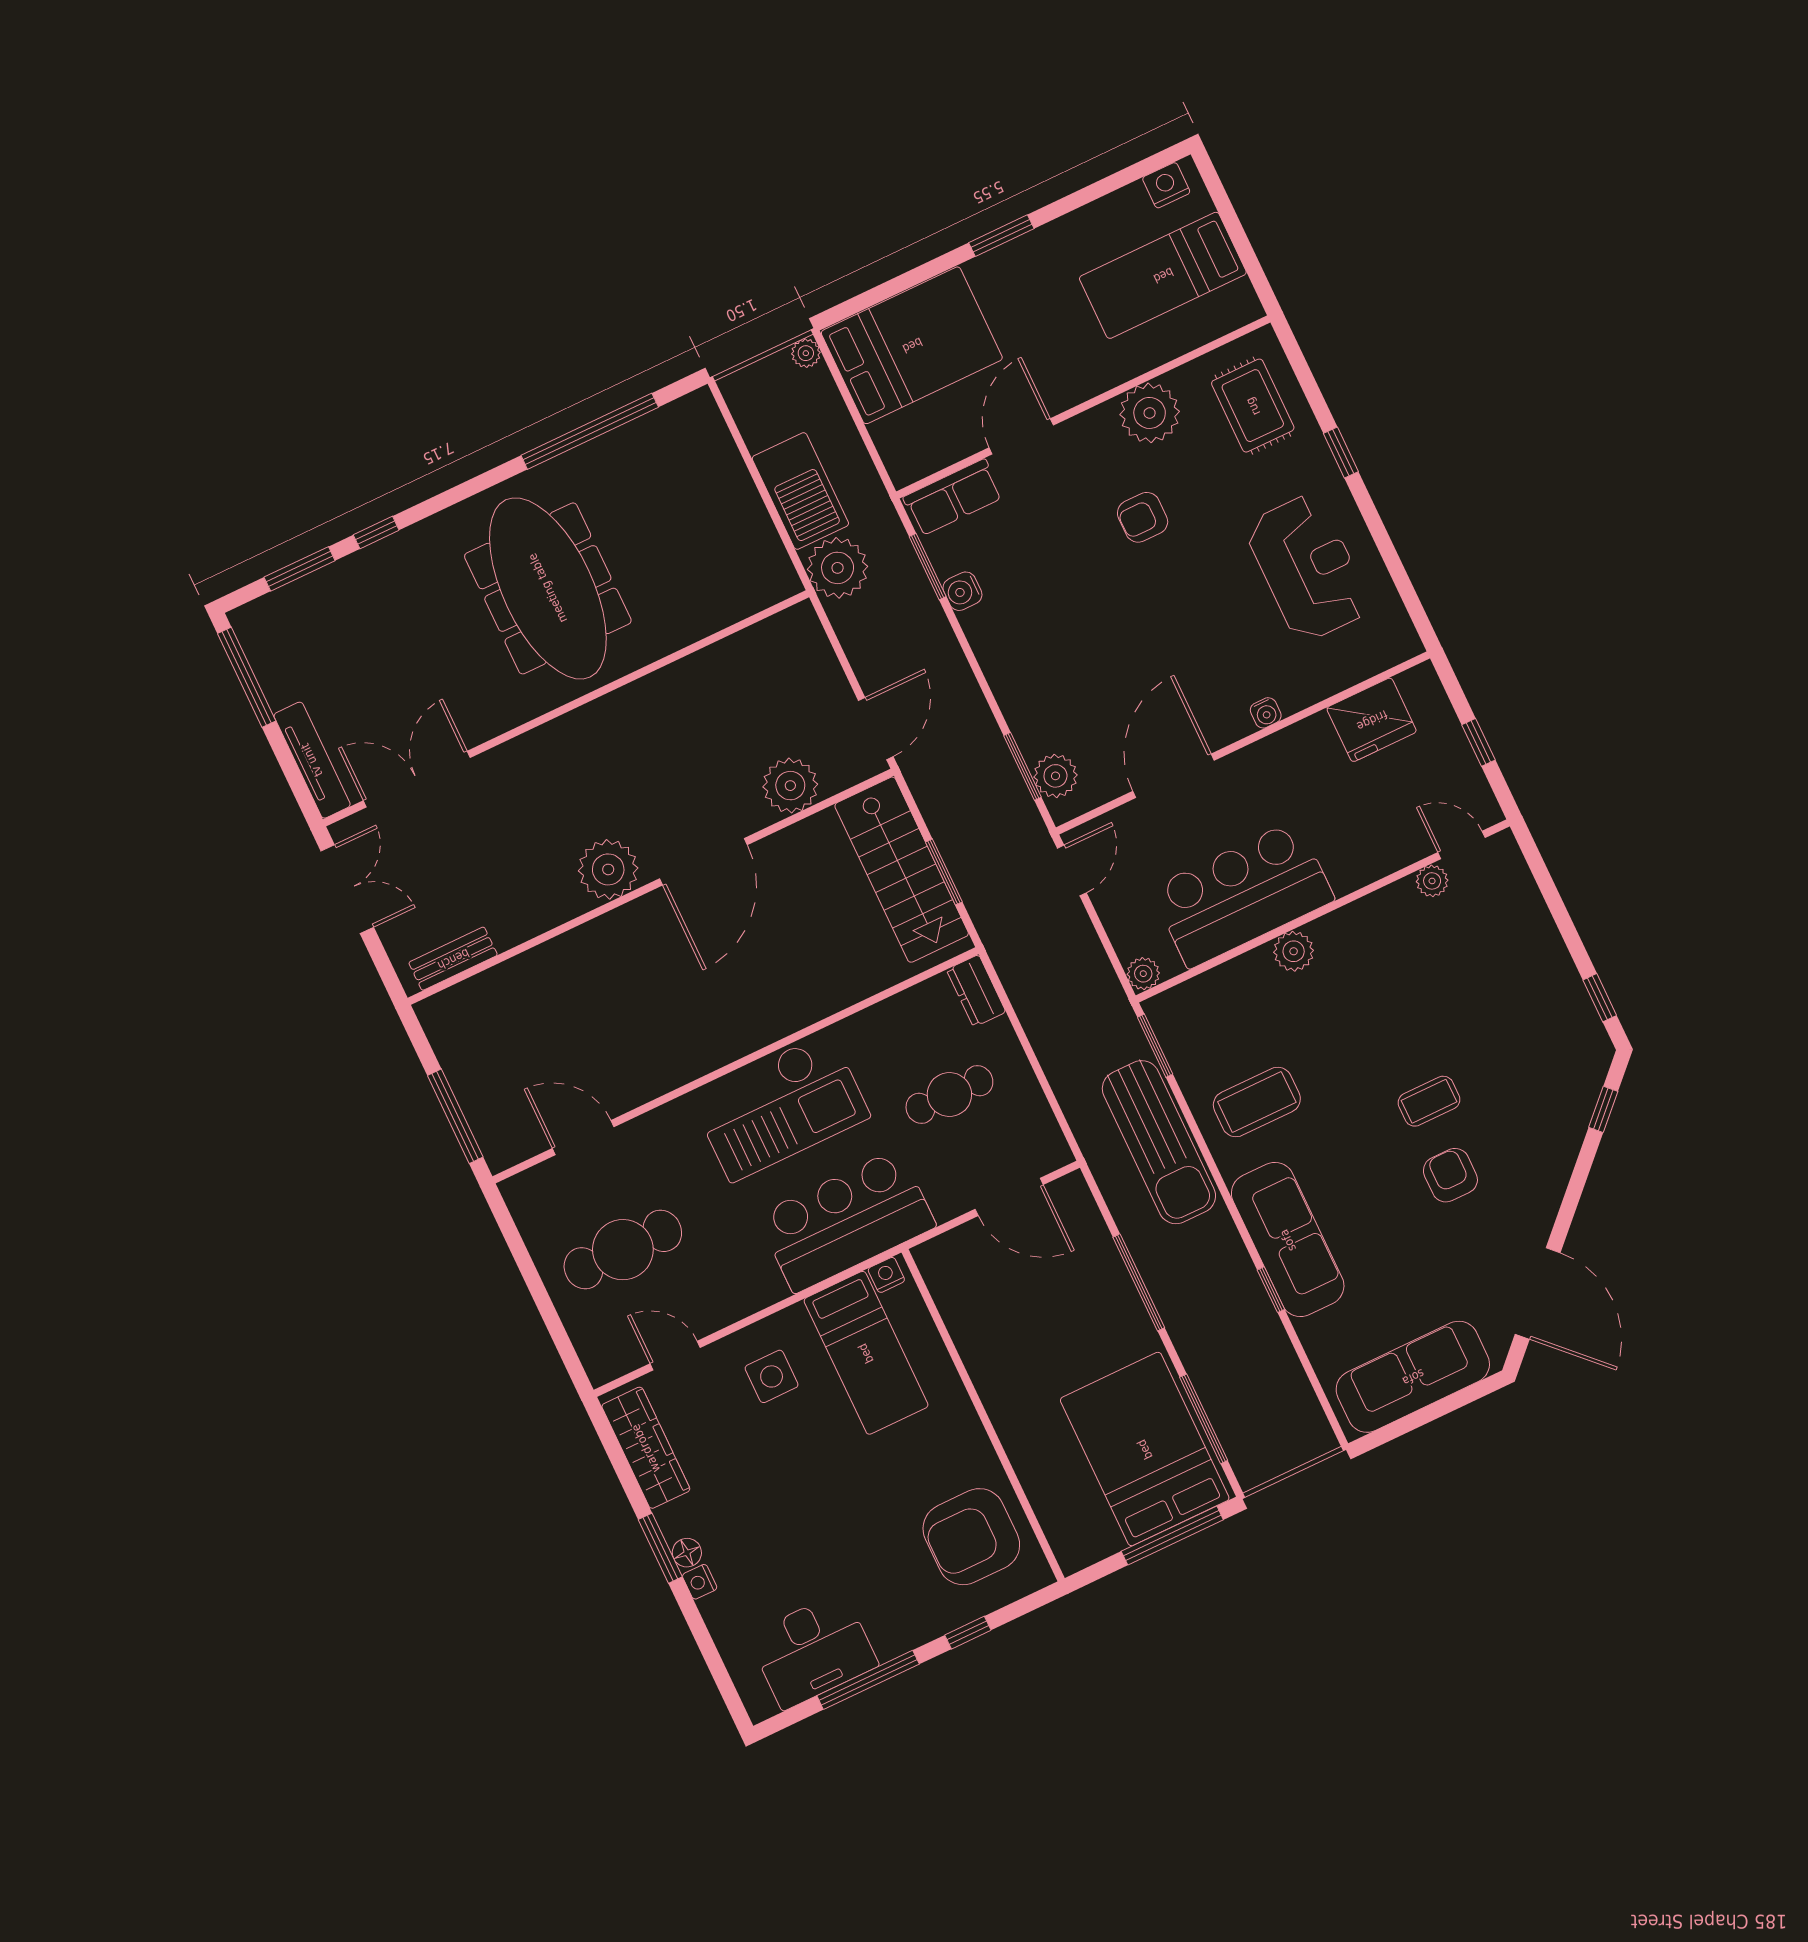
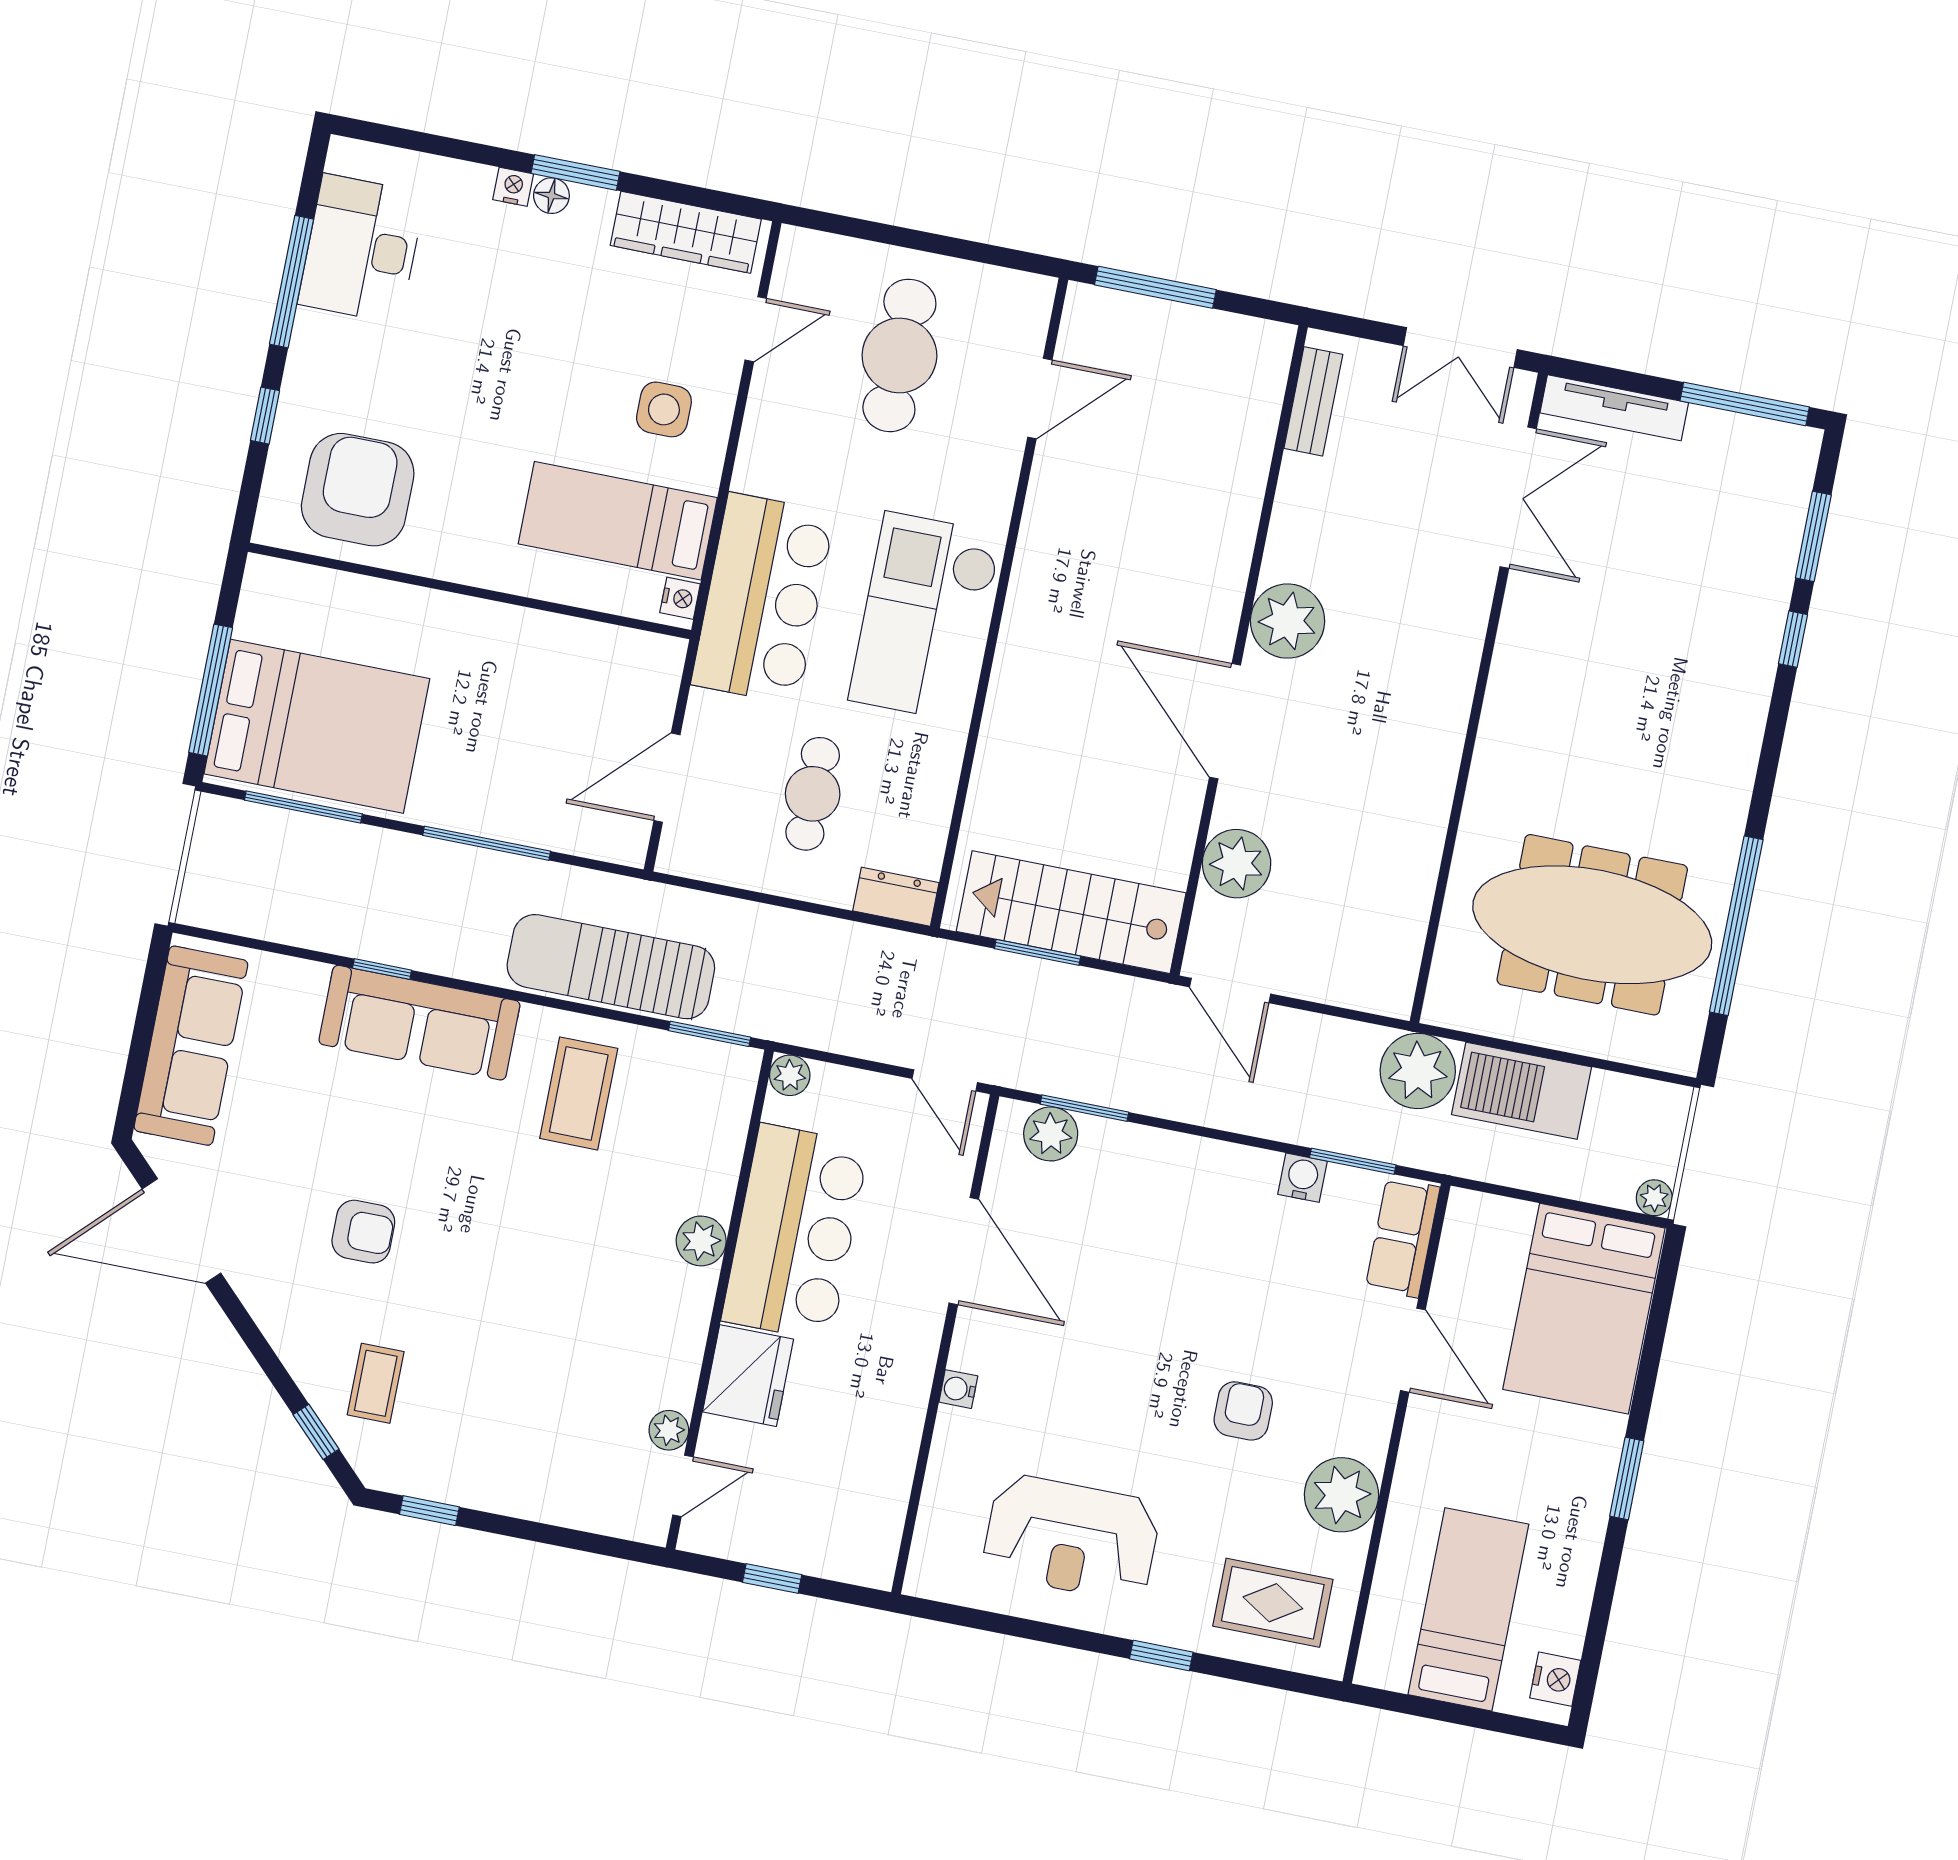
meeting table: (548, 588) -> (1592, 925), moved
fridge: (1372, 720) -> (748, 1376), moved, turned 180
coffee table: (1429, 1101) -> (376, 1383), moved

